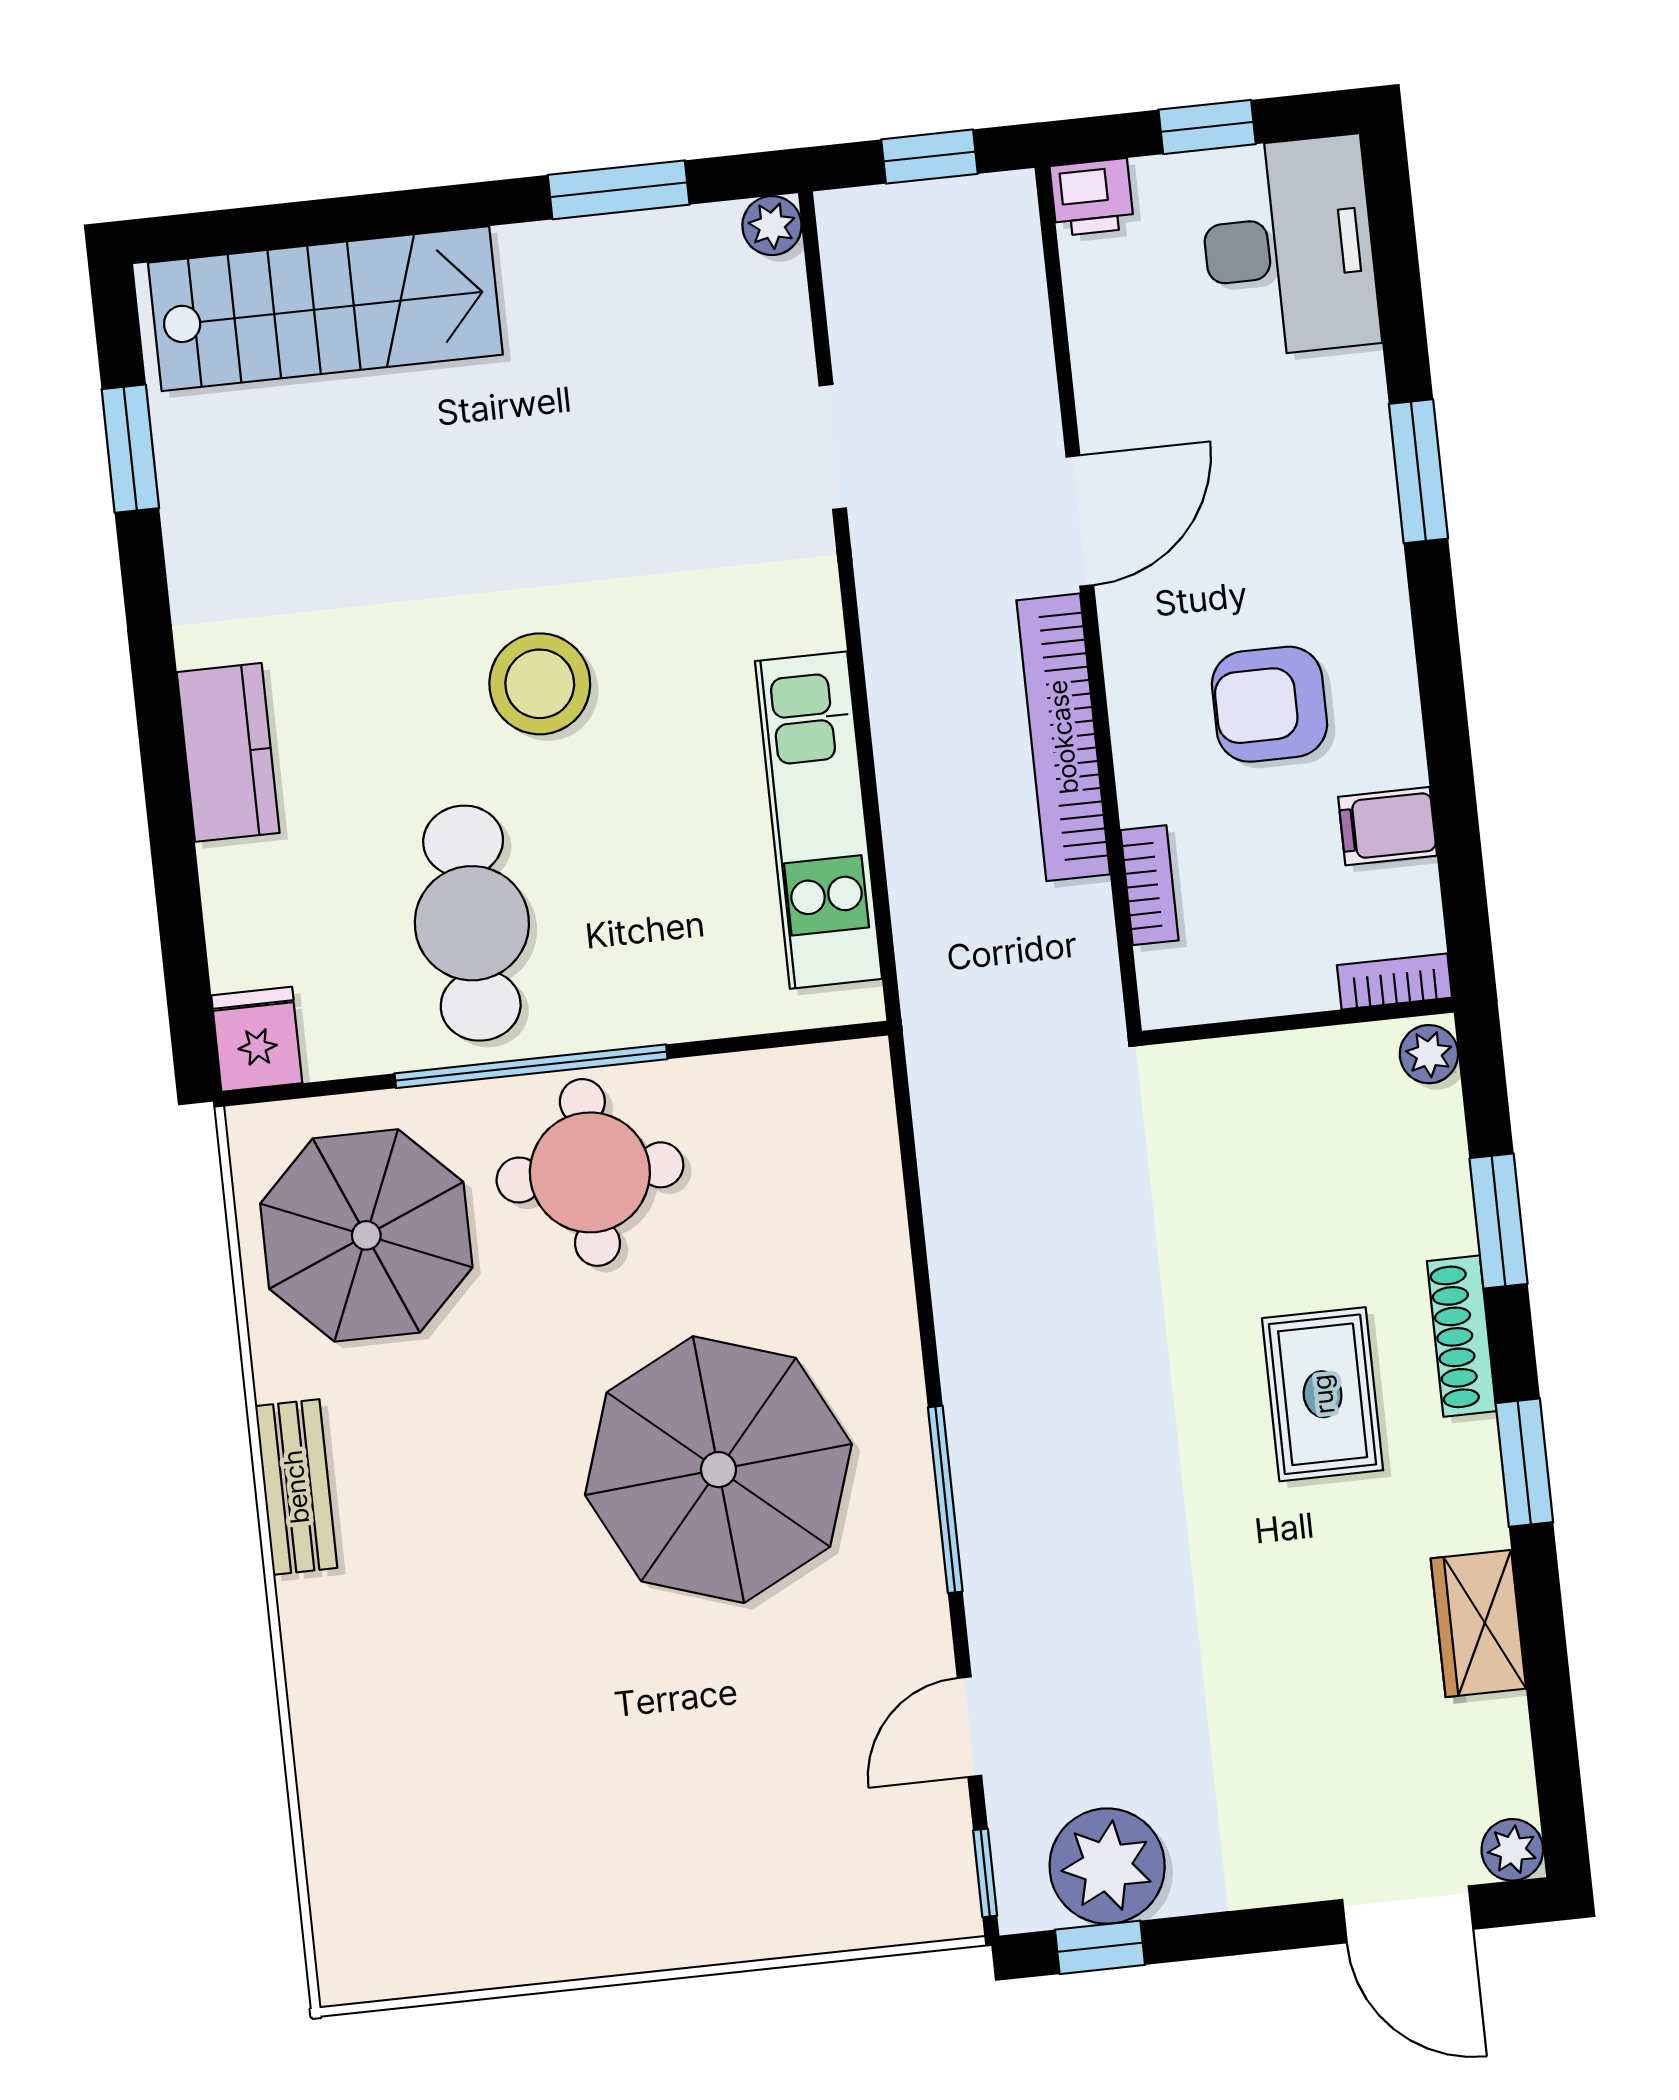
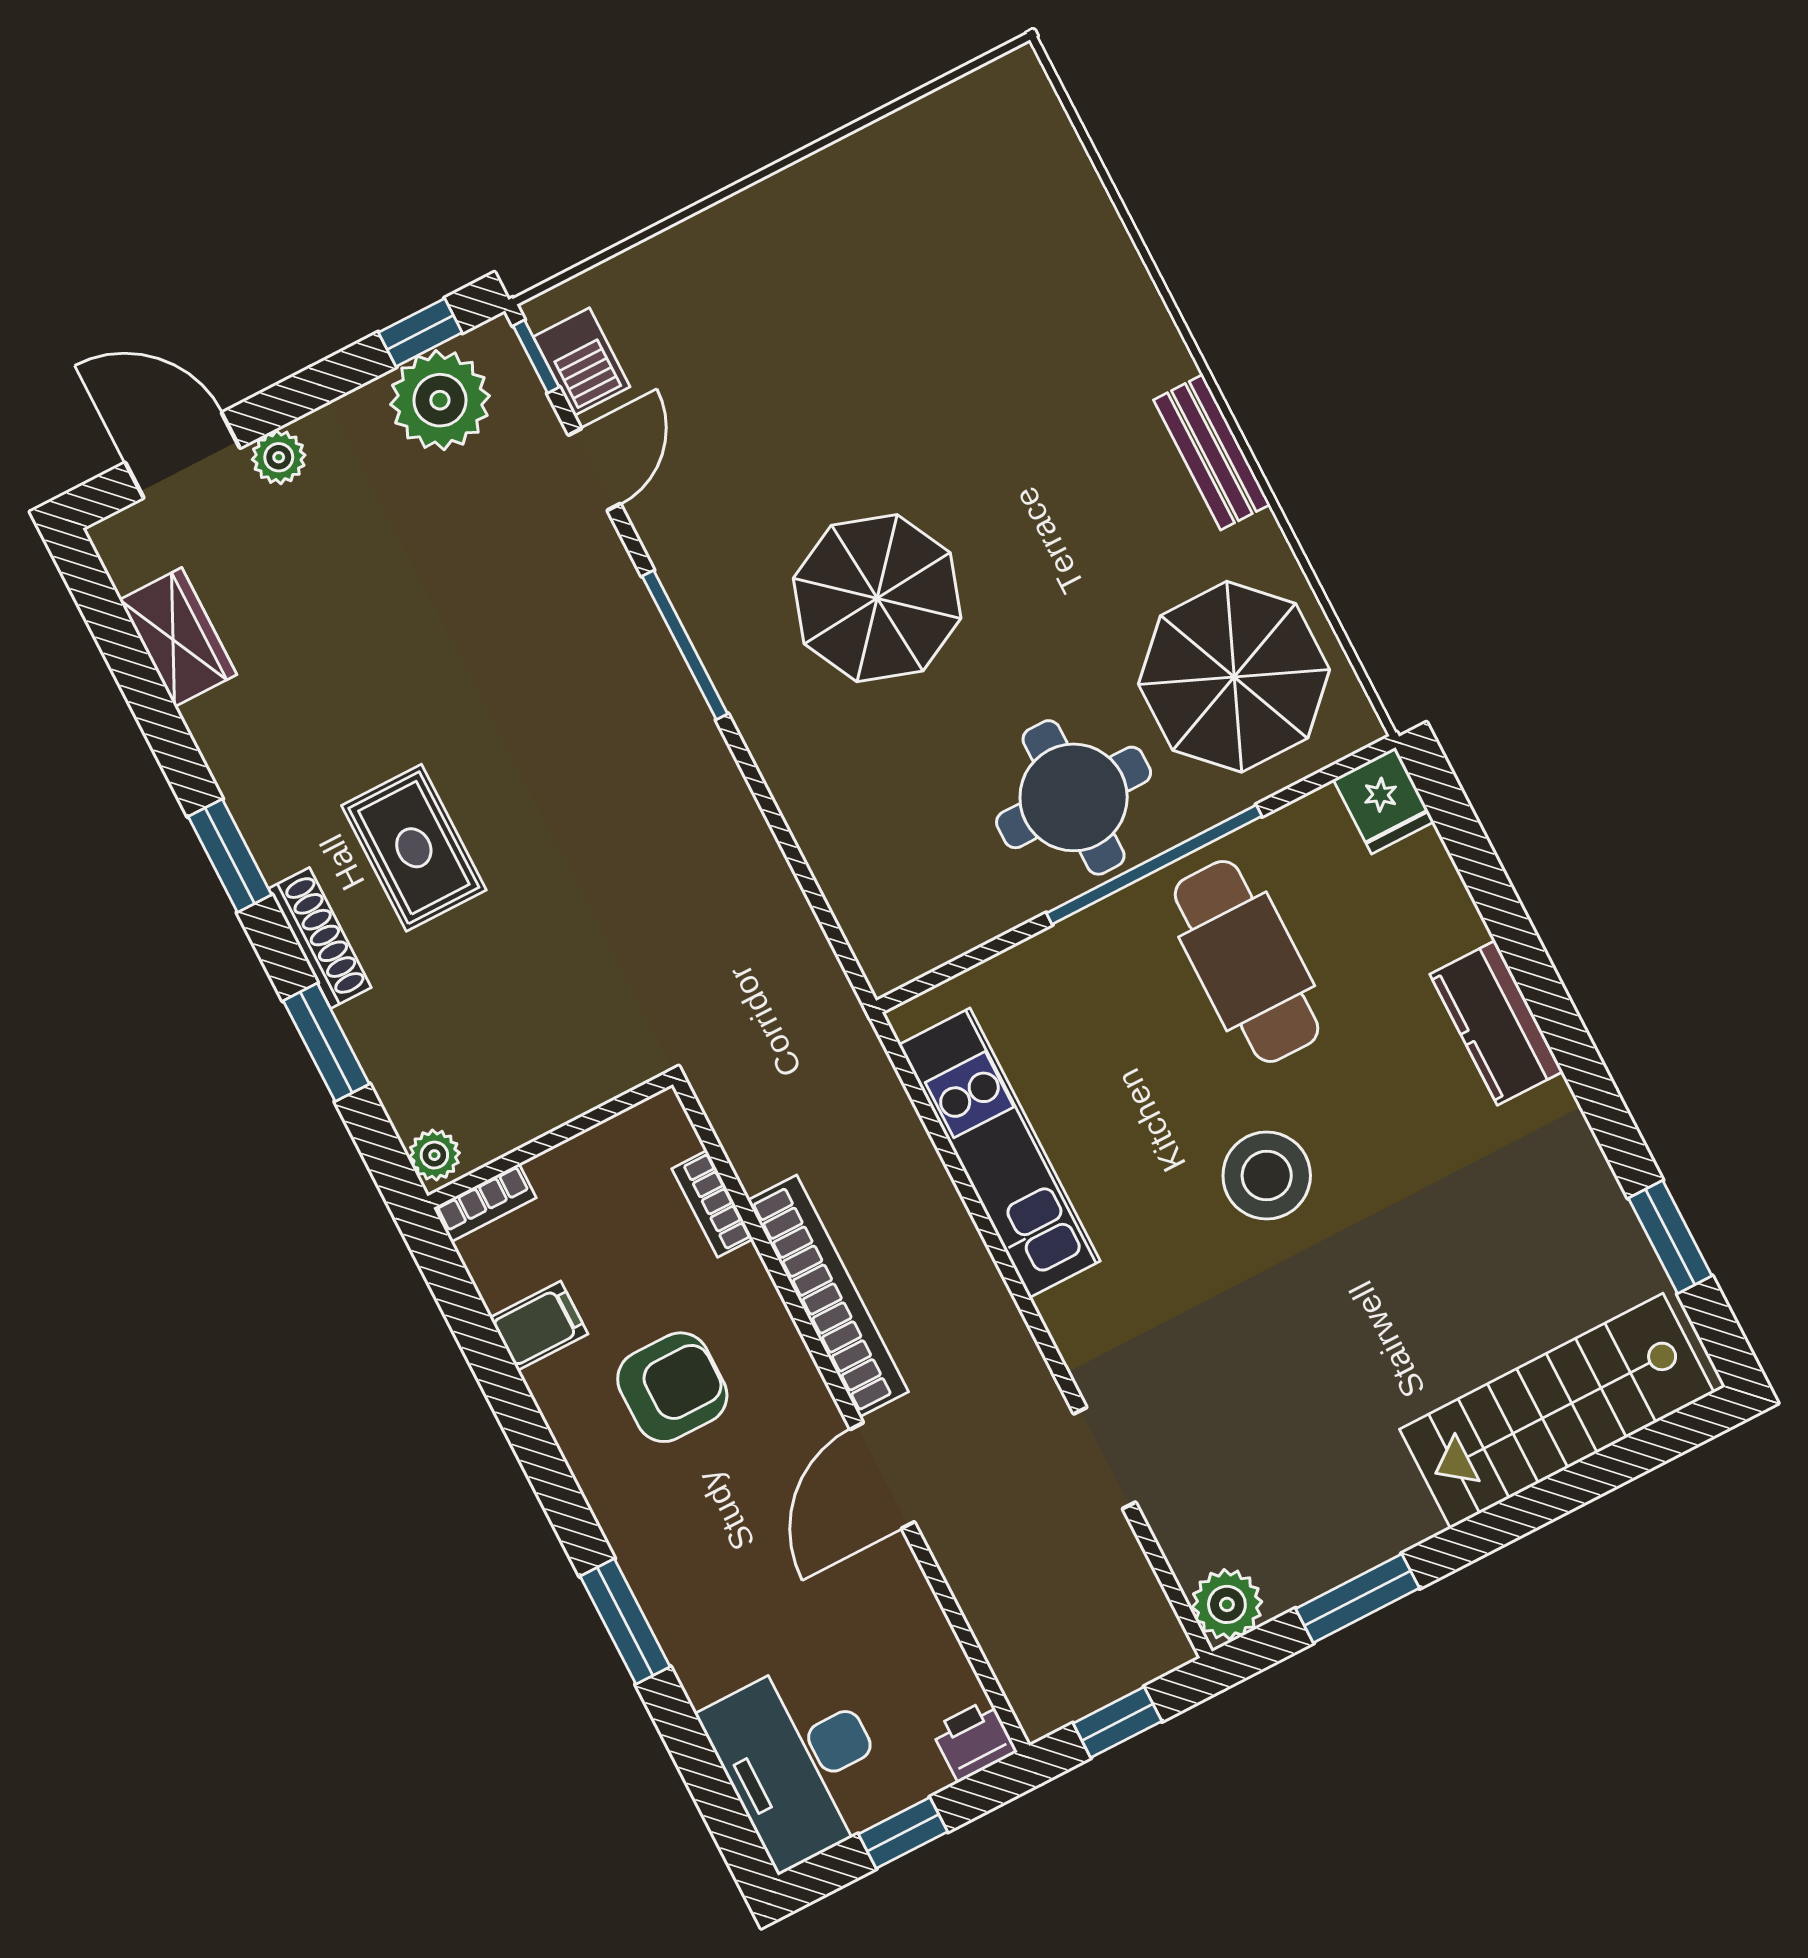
plant: (772, 226) -> (1227, 1604), width x1.38, depth x1.38
parasol: (718, 1470) -> (877, 598), width x0.73, depth x0.73
wardrobe: (1478, 1624) -> (178, 637), moved
barbecue: (938, 1848) -> (582, 362), added
plant: (1512, 1850) -> (279, 457), moved

